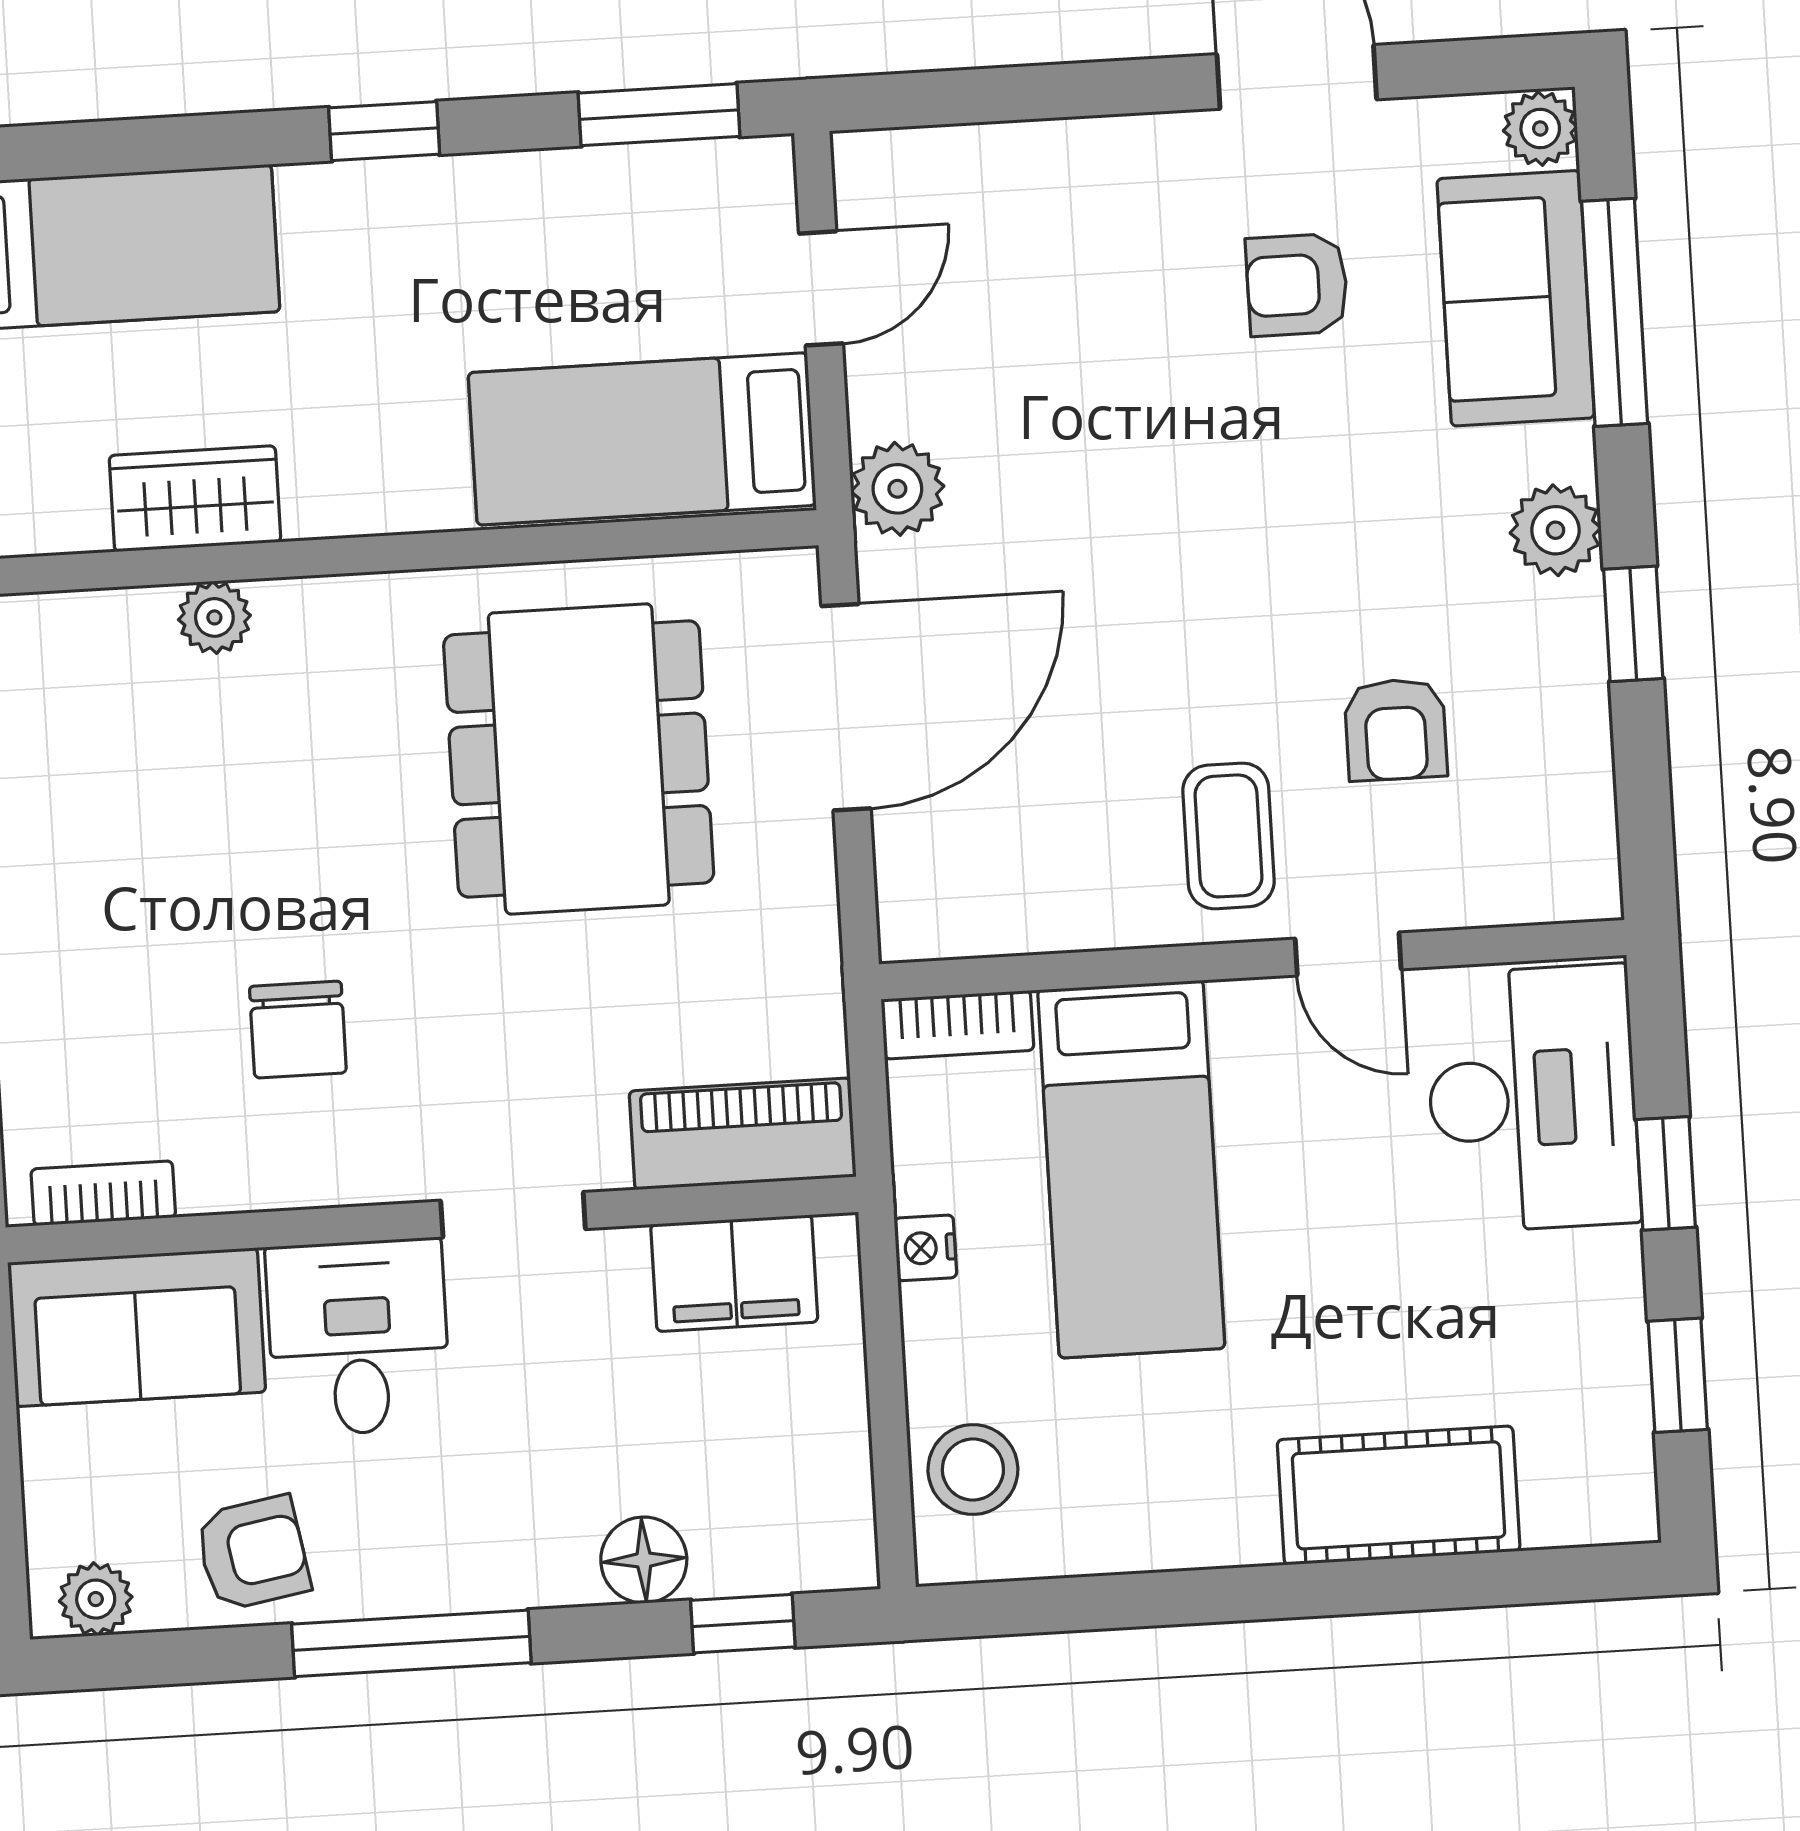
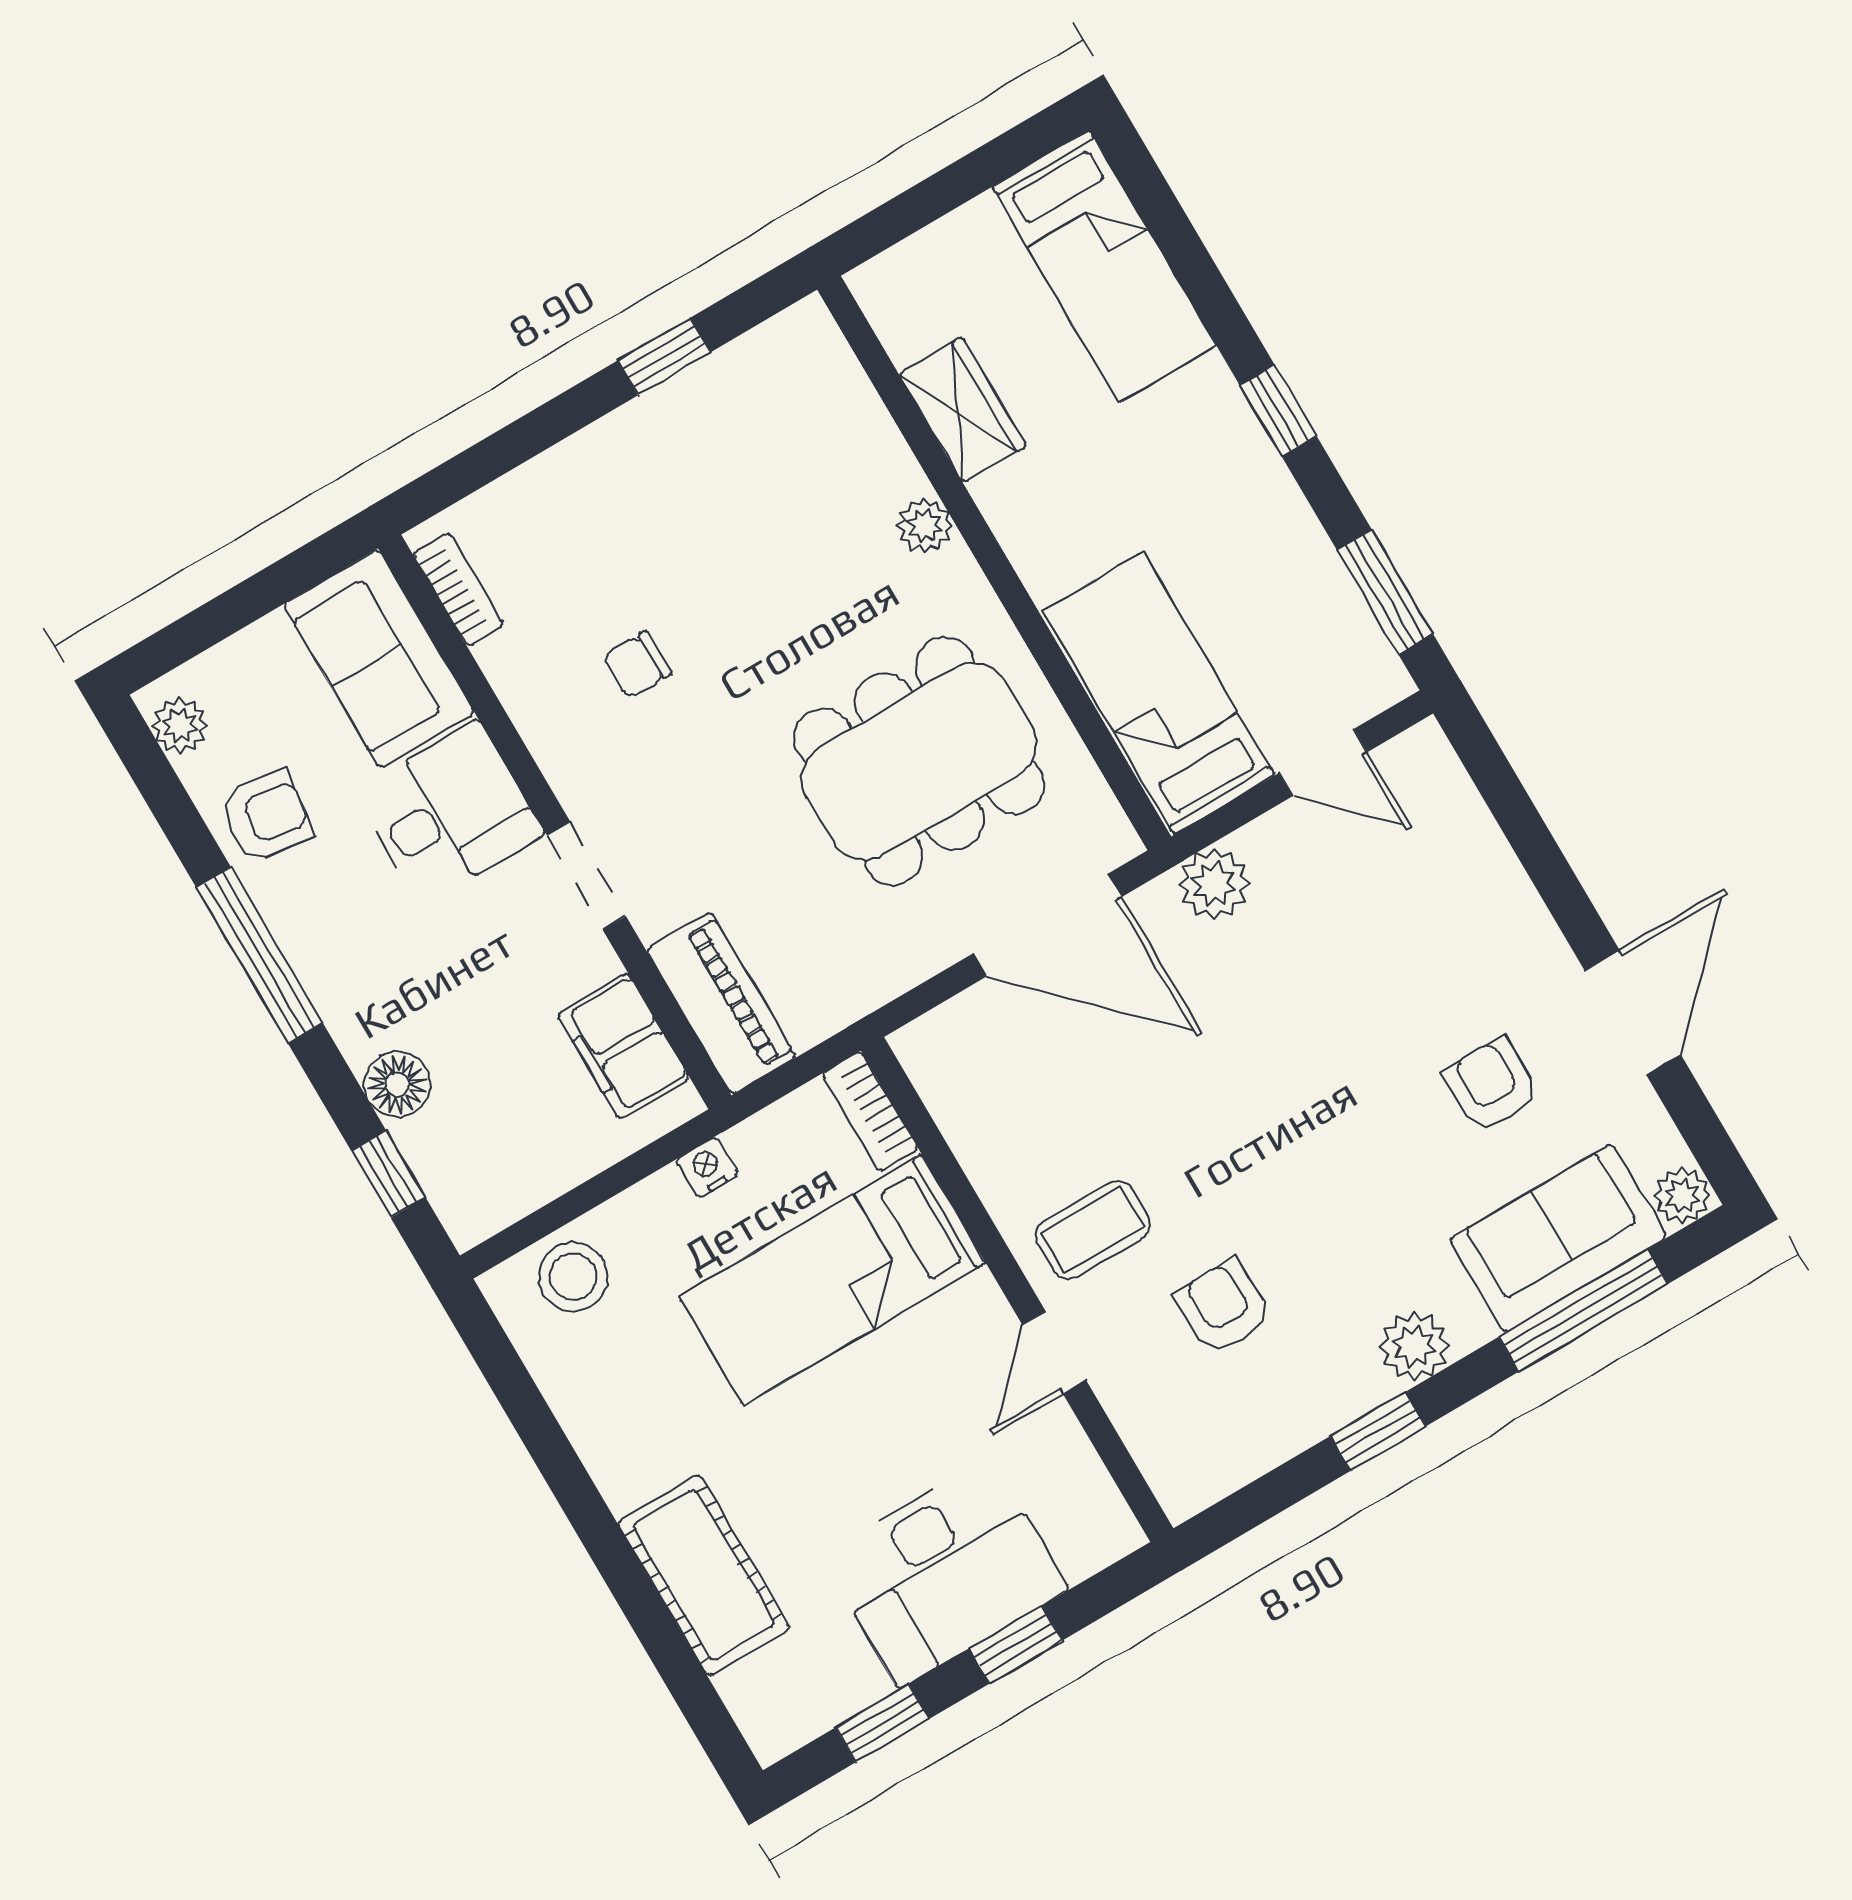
plant: (214, 617) -> (924, 526), moved
armchair: (1396, 730) -> (1223, 1307), turned 89
chair: (298, 1030) -> (637, 665), width x0.73, depth x0.73
desk: (1533, 1098) -> (945, 1572), moved
armchair: (253, 1553) -> (266, 816), turned -72

